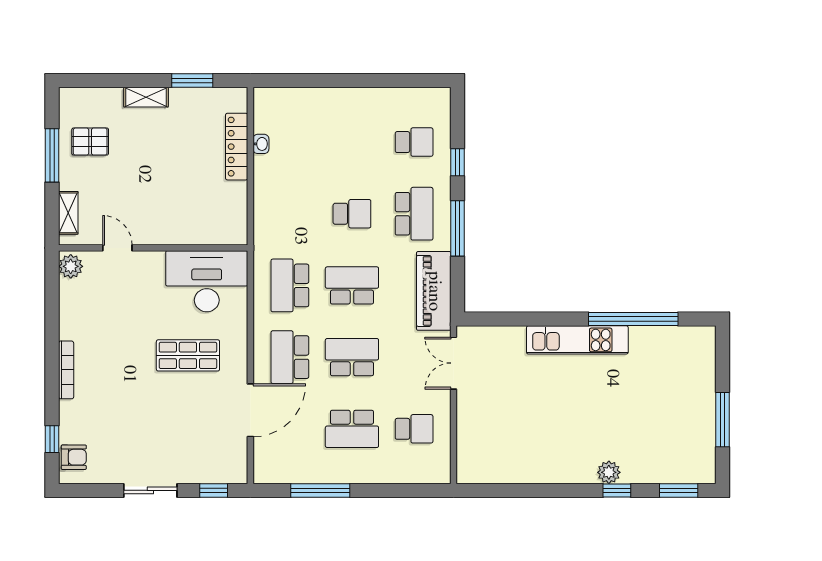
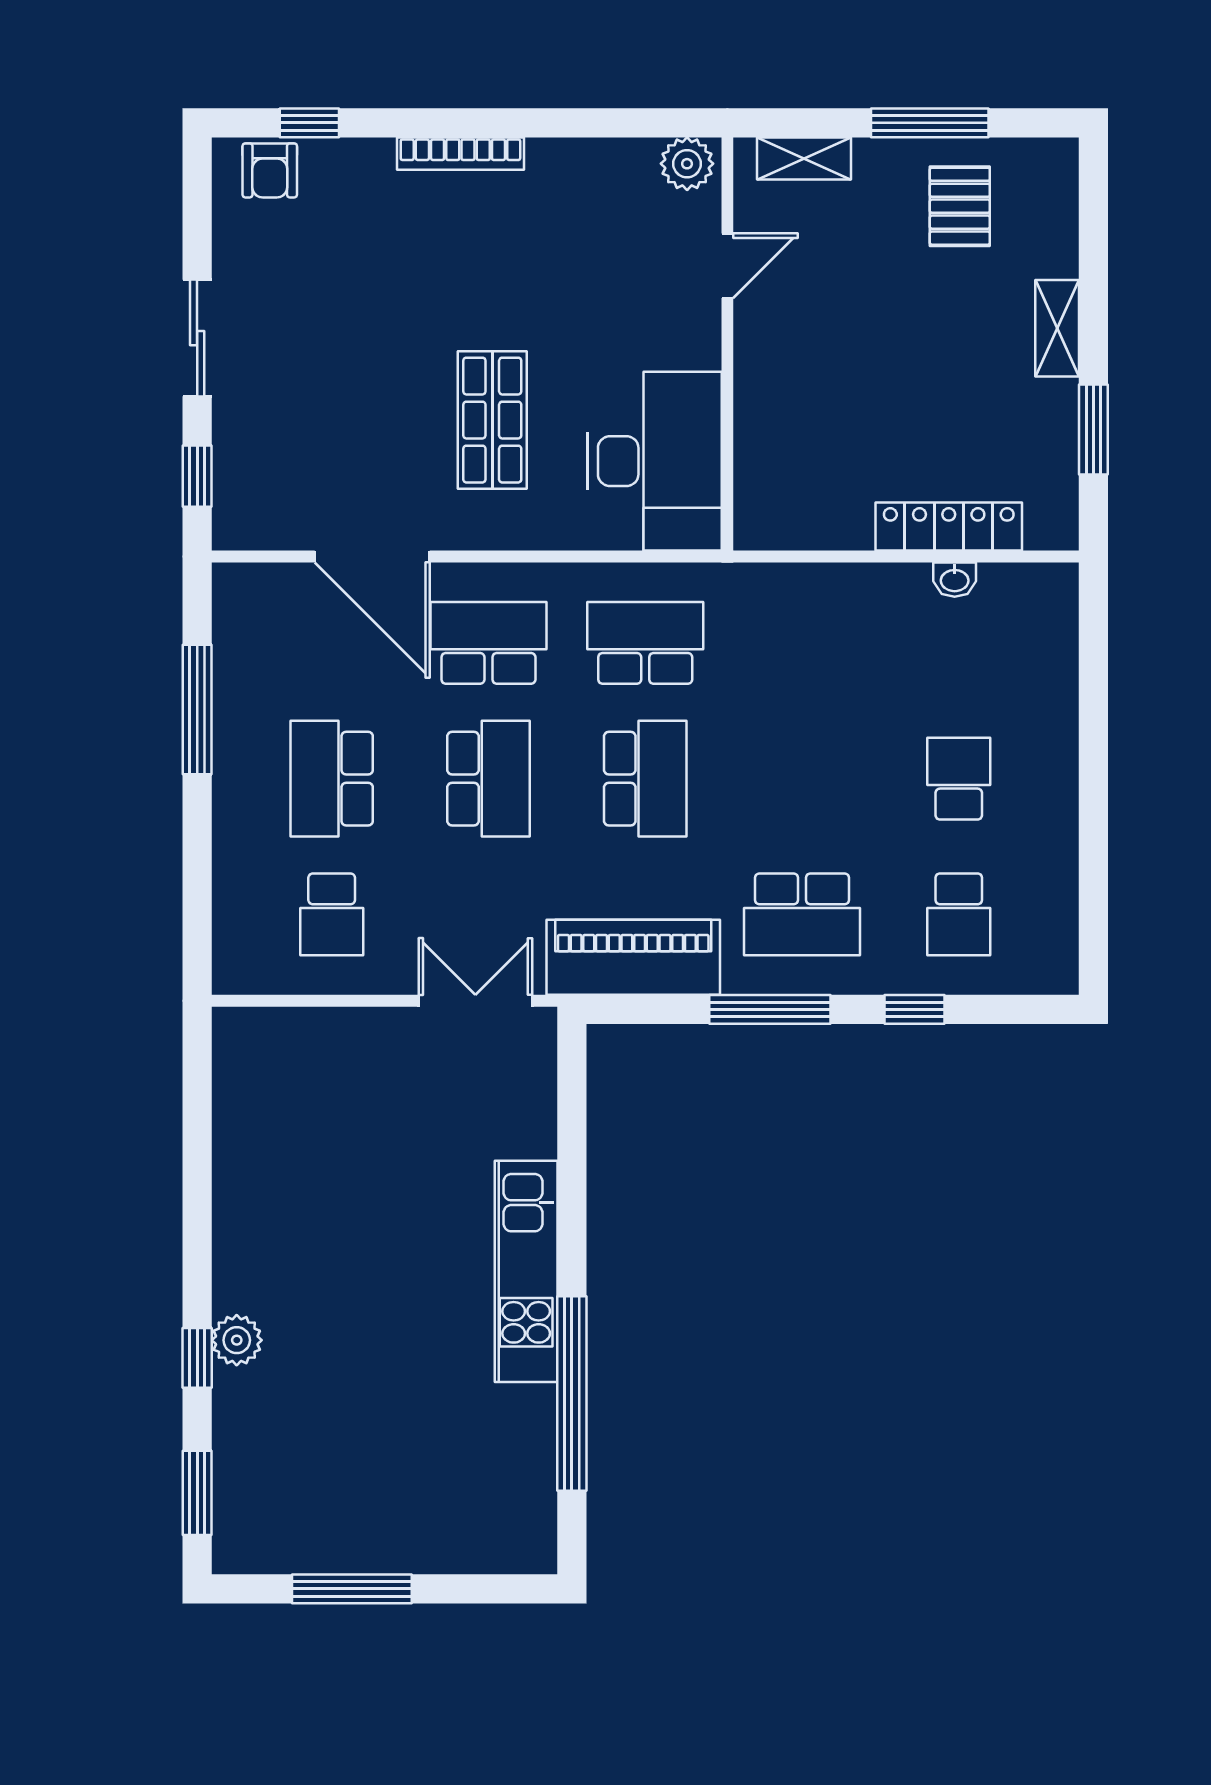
school desk: (352, 214) -> (959, 779), moved, turned 180

